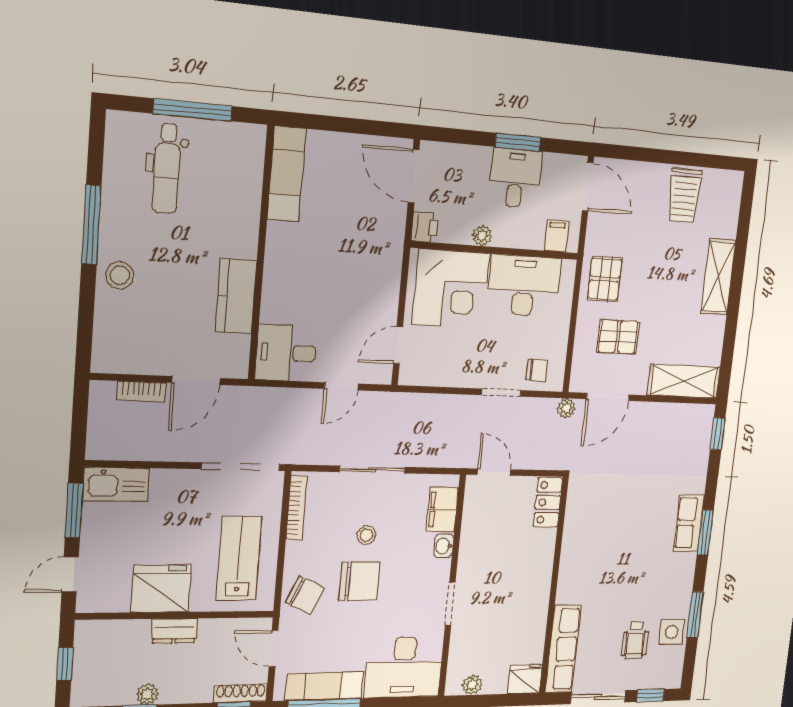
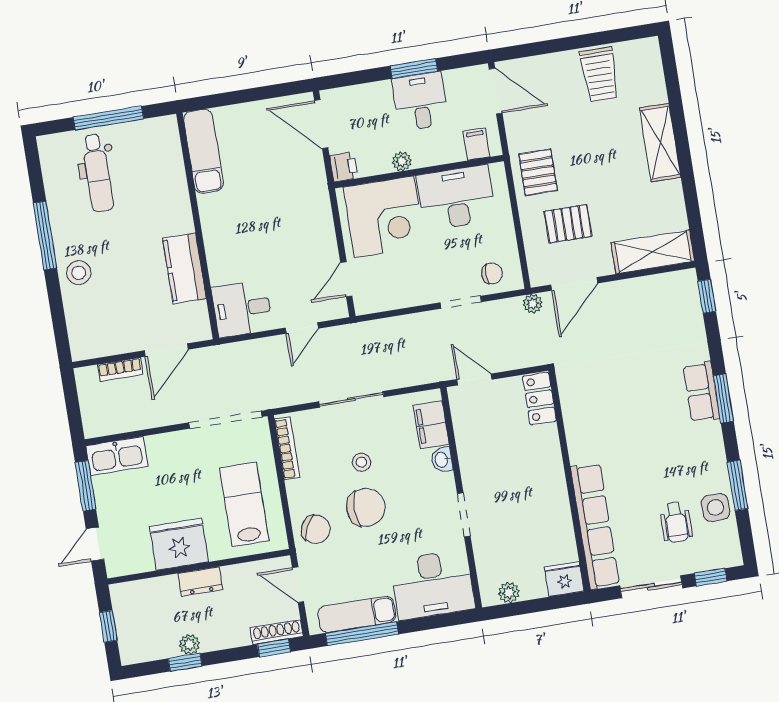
row of seats: (563, 649) -> (595, 526), width x1.36

